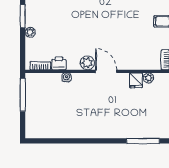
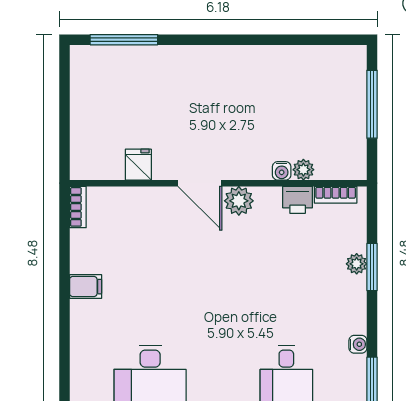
window: (23, 16) -> (372, 267), moved
plant: (148, 78) -> (303, 170), moved
window: (23, 95) -> (372, 104), moved

